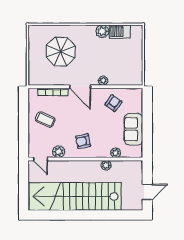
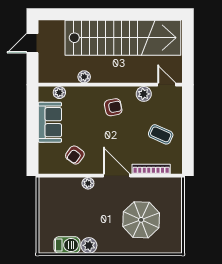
plant: (116, 153) -> (59, 93), moved

